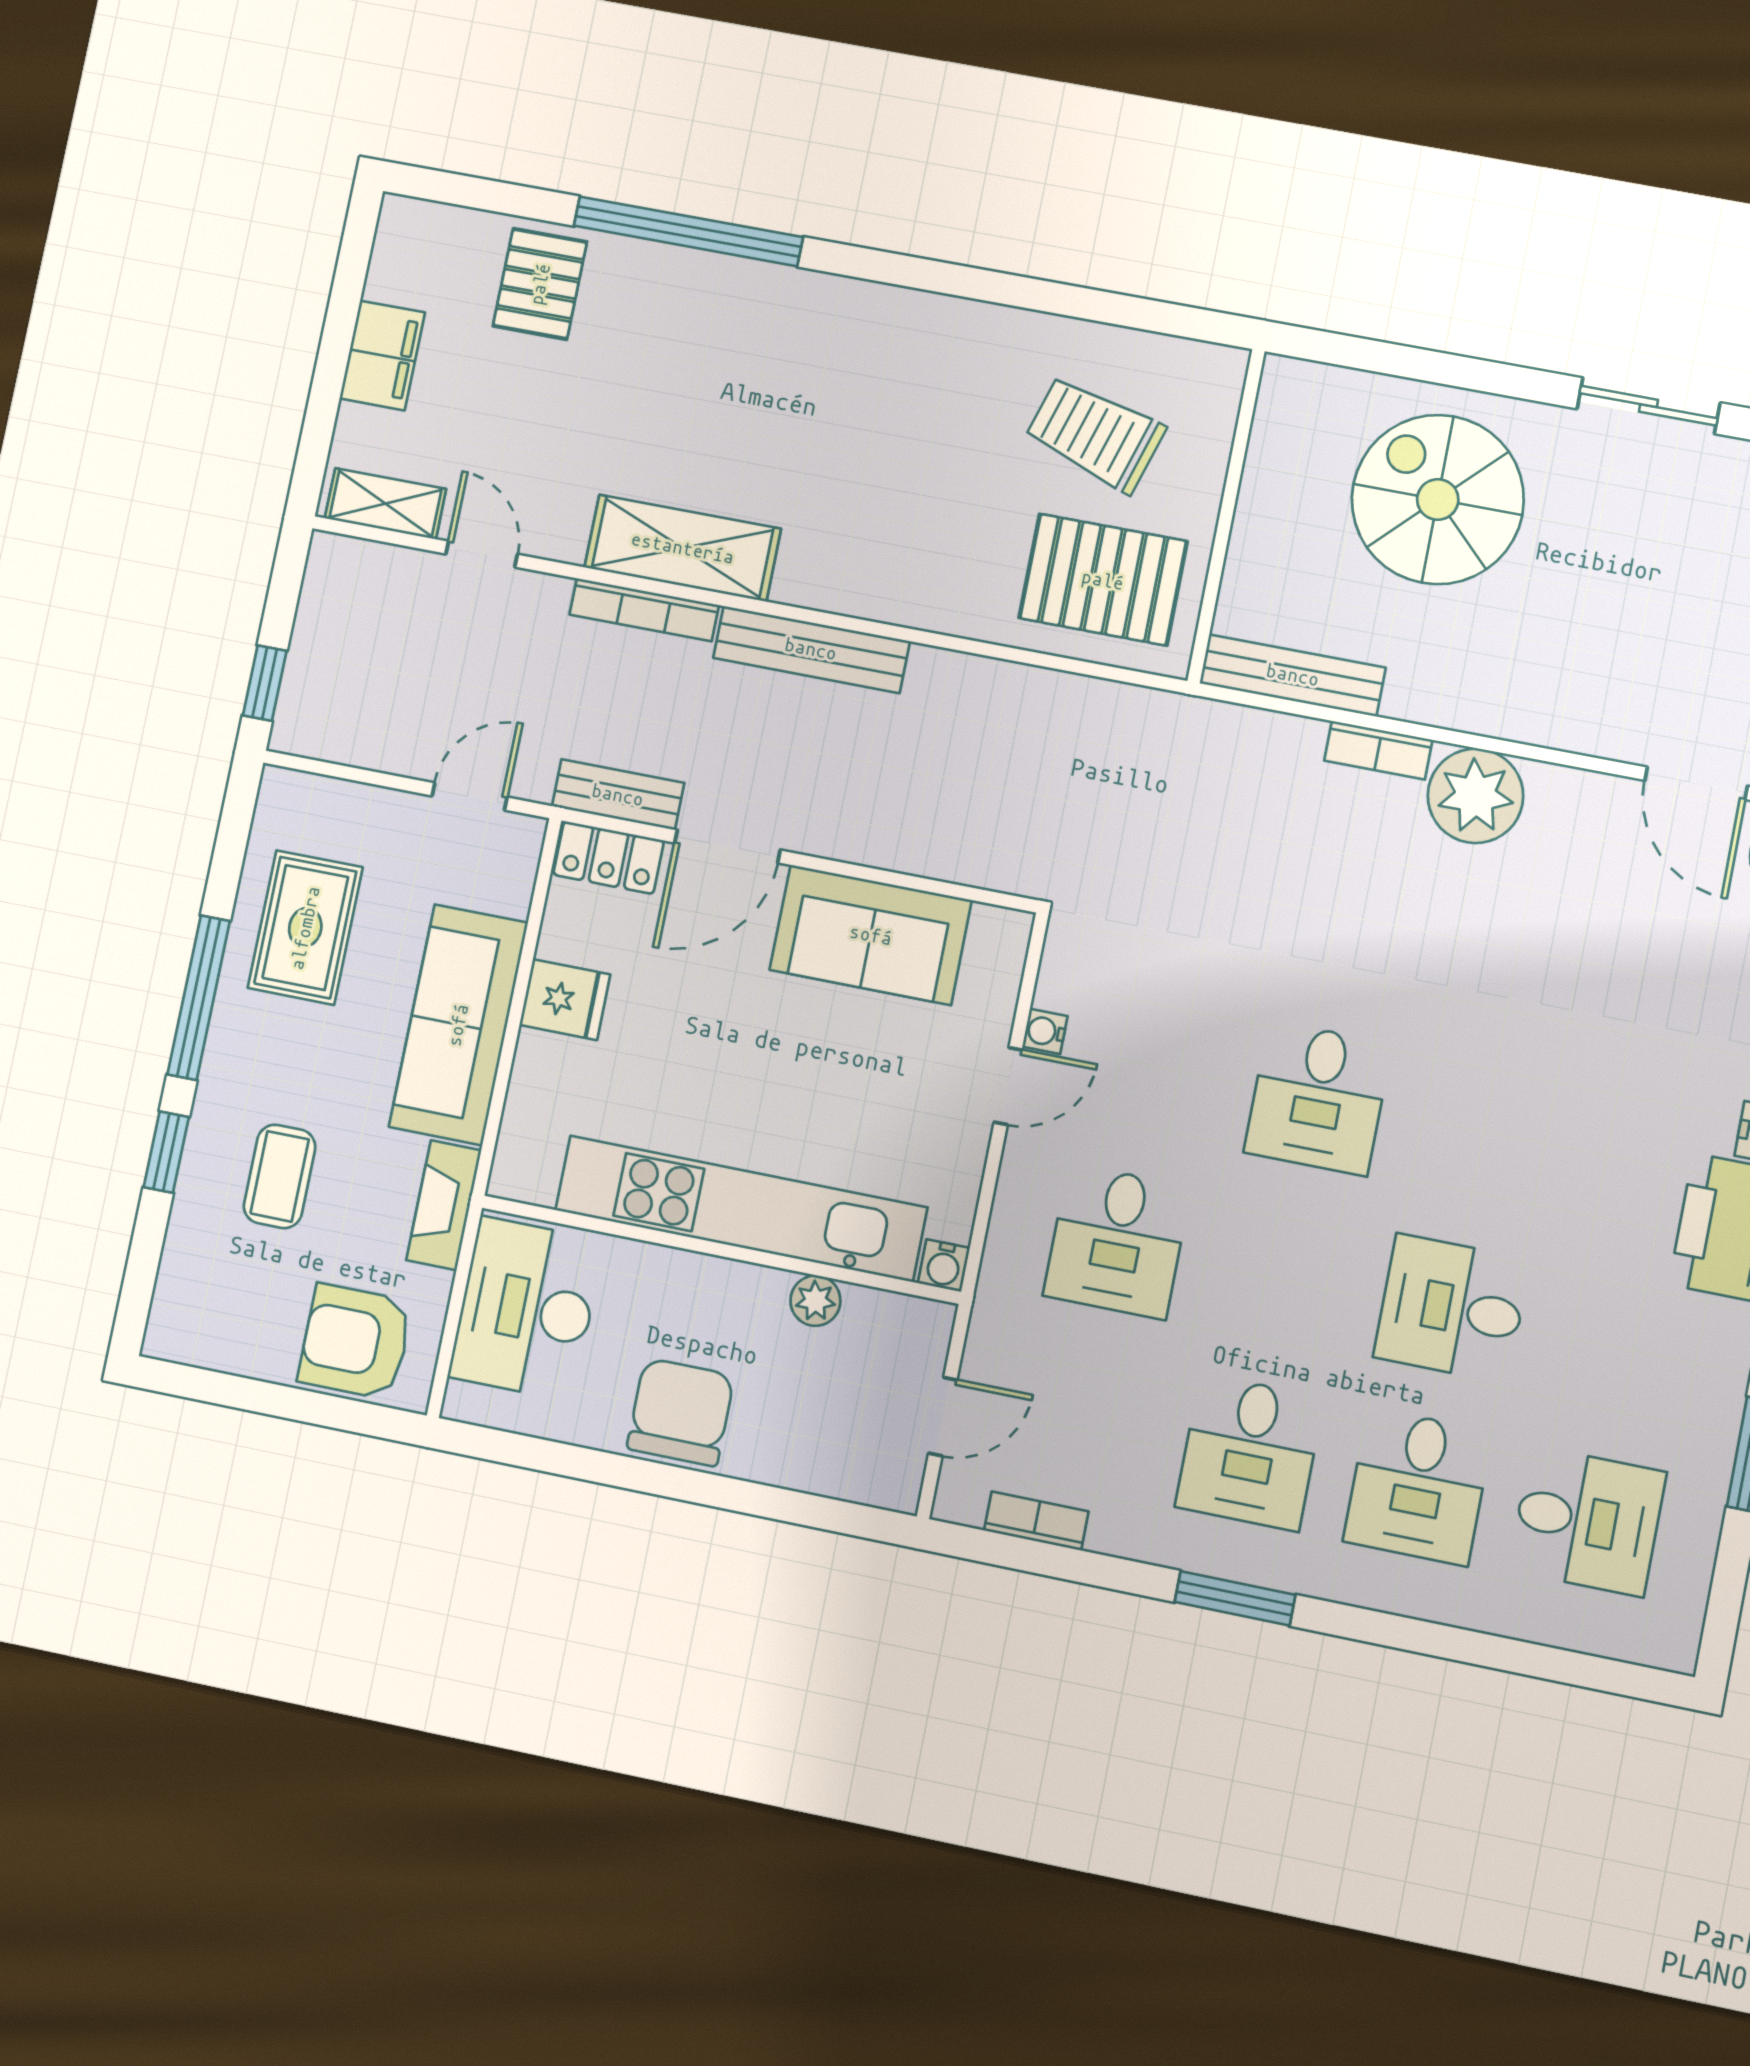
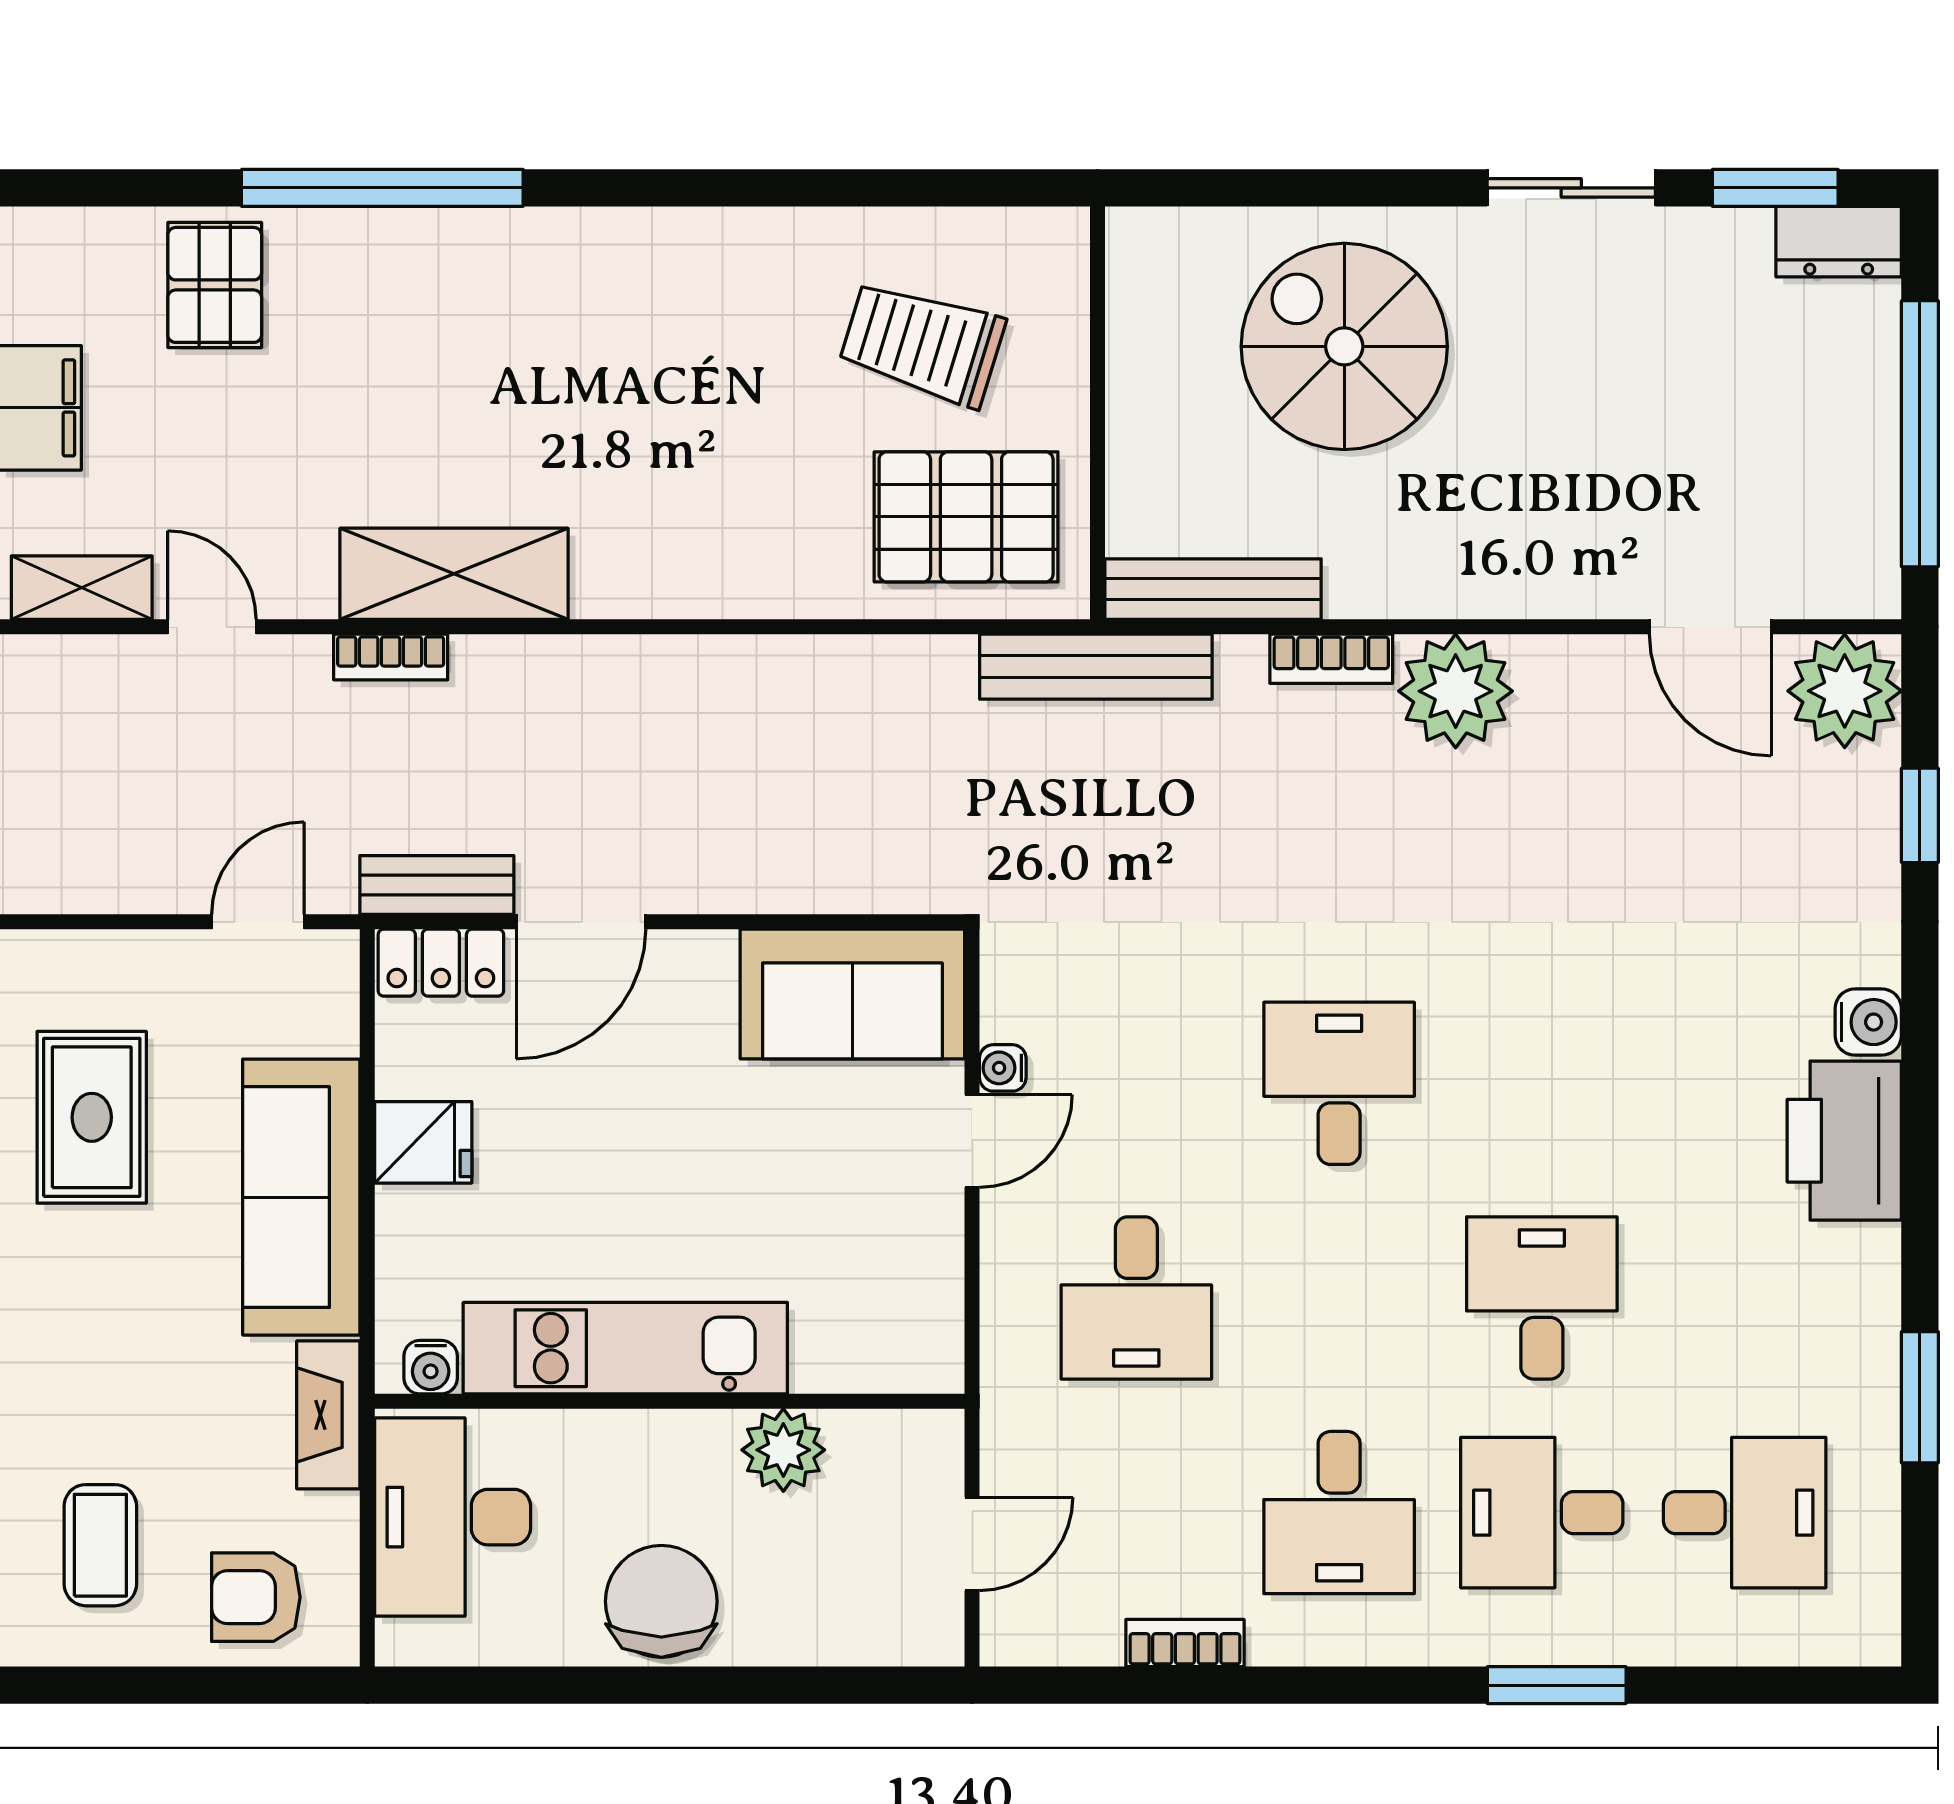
bookcase: (644, 610) -> (391, 657), width x0.64
bench: (811, 649) -> (1096, 667), moved
sofa: (871, 935) -> (852, 994), moved
desk: (1318, 1098) -> (1339, 1083), turned 180
coffee table: (280, 1176) -> (100, 1545), moved
kitchen unit: (741, 1209) -> (625, 1348), width x0.73
water cooler: (944, 1266) -> (431, 1367), moved
plant: (815, 1301) -> (783, 1450), width x1.38, depth x1.38
desk: (1452, 1308) -> (1542, 1298), turned 90
armchair: (355, 1342) -> (256, 1597), width x0.72, depth x0.72
desk: (1418, 1487) -> (1542, 1513), turned 90
bookcase: (1036, 1521) -> (1185, 1643), moved
window: (1235, 1598) -> (1557, 1685), moved

